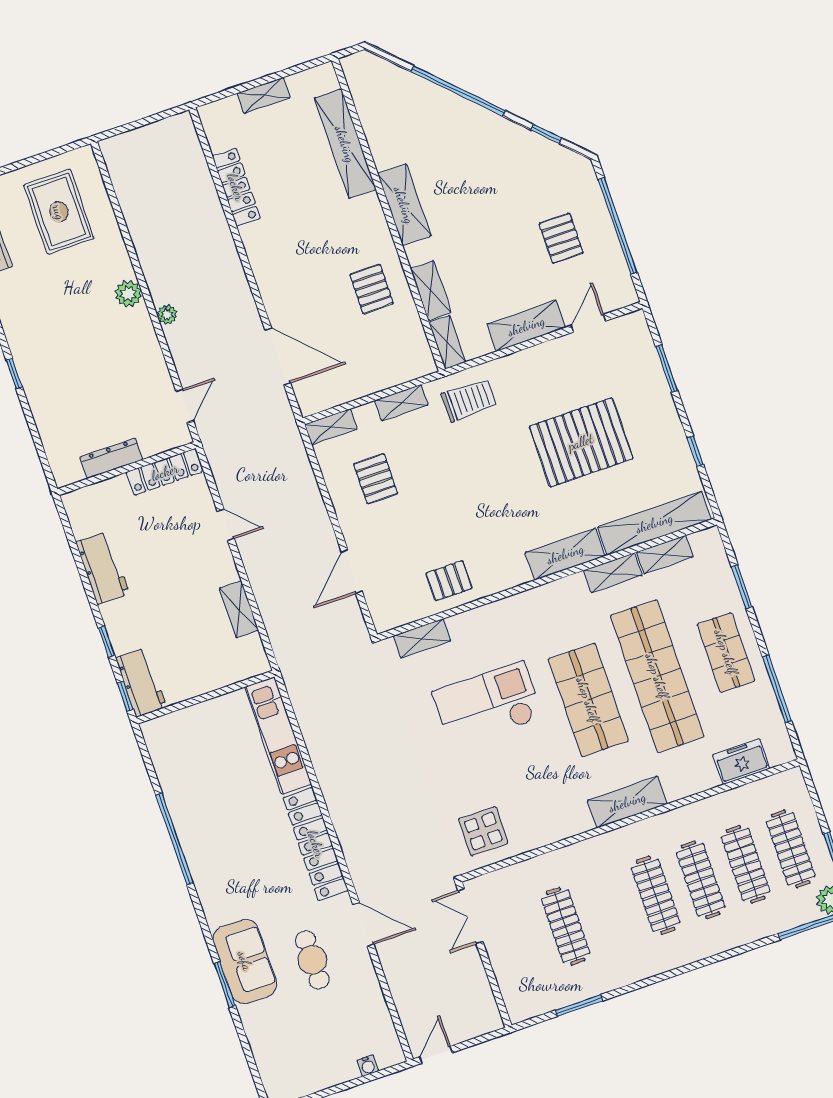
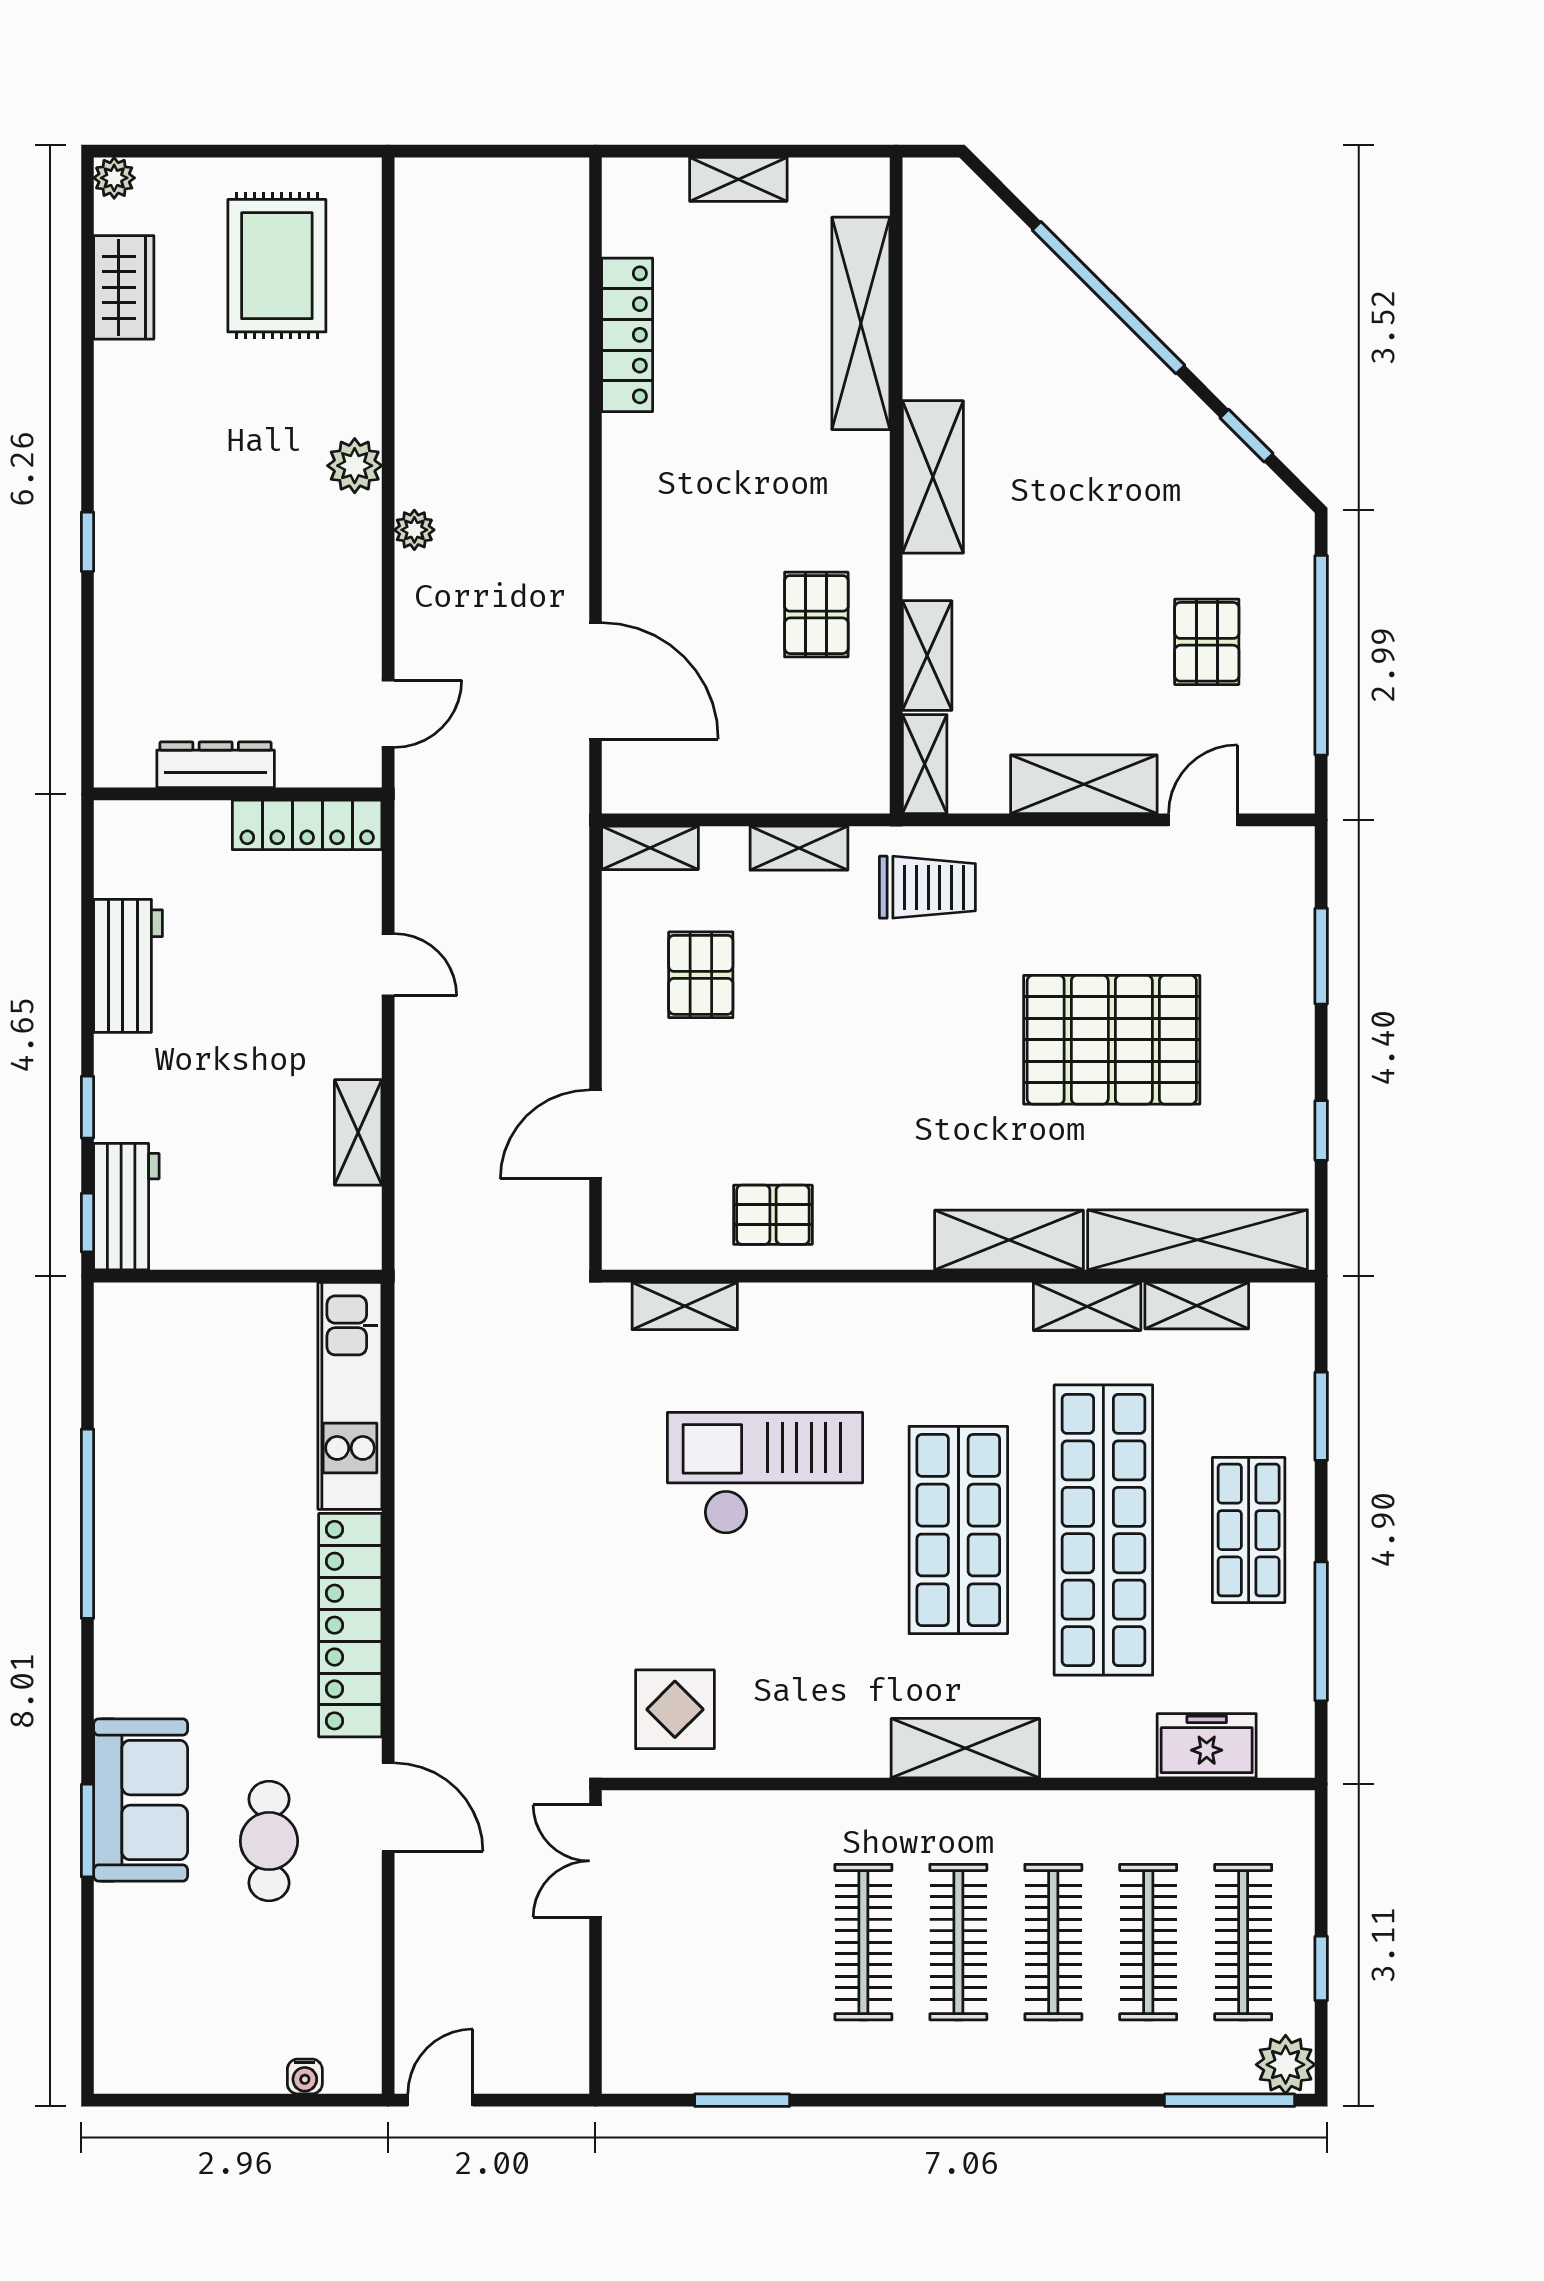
clothes rail: (566, 926) -> (863, 1942), moved

